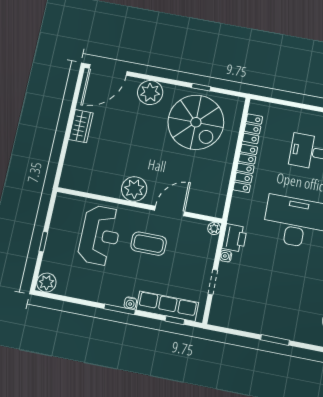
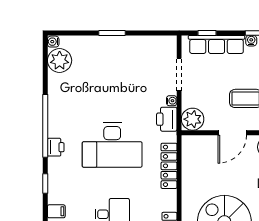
locker: (245, 168) -> (169, 166), moved
plant: (214, 228) -> (193, 119), width x1.87, depth x1.87
doorway: (213, 282) -> (179, 75), width x1.38

